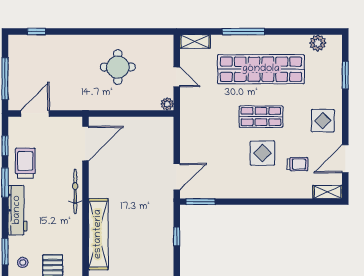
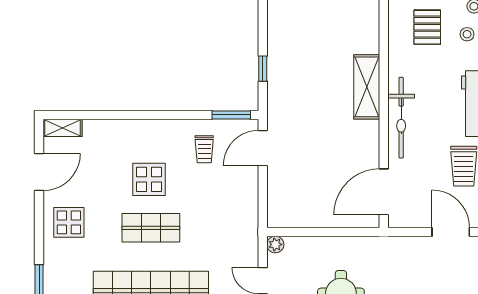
door: (35, 113) -> (451, 232), swing flipped
trolley: (298, 164) -> (204, 149), moved, turned -90
bicycle: (75, 191) -> (401, 118), width x1.37, depth x1.40
shelving: (98, 234) -> (367, 87), width x0.68

